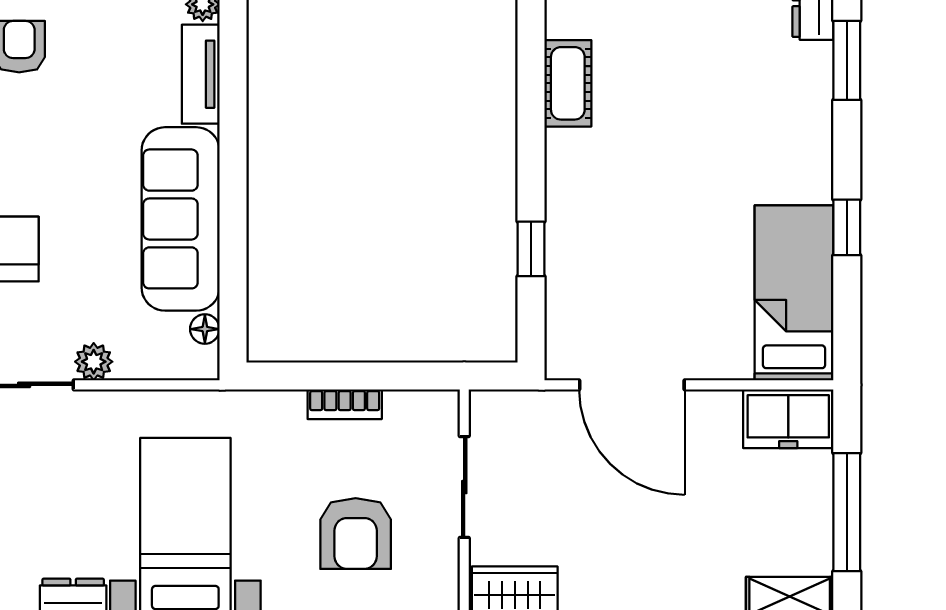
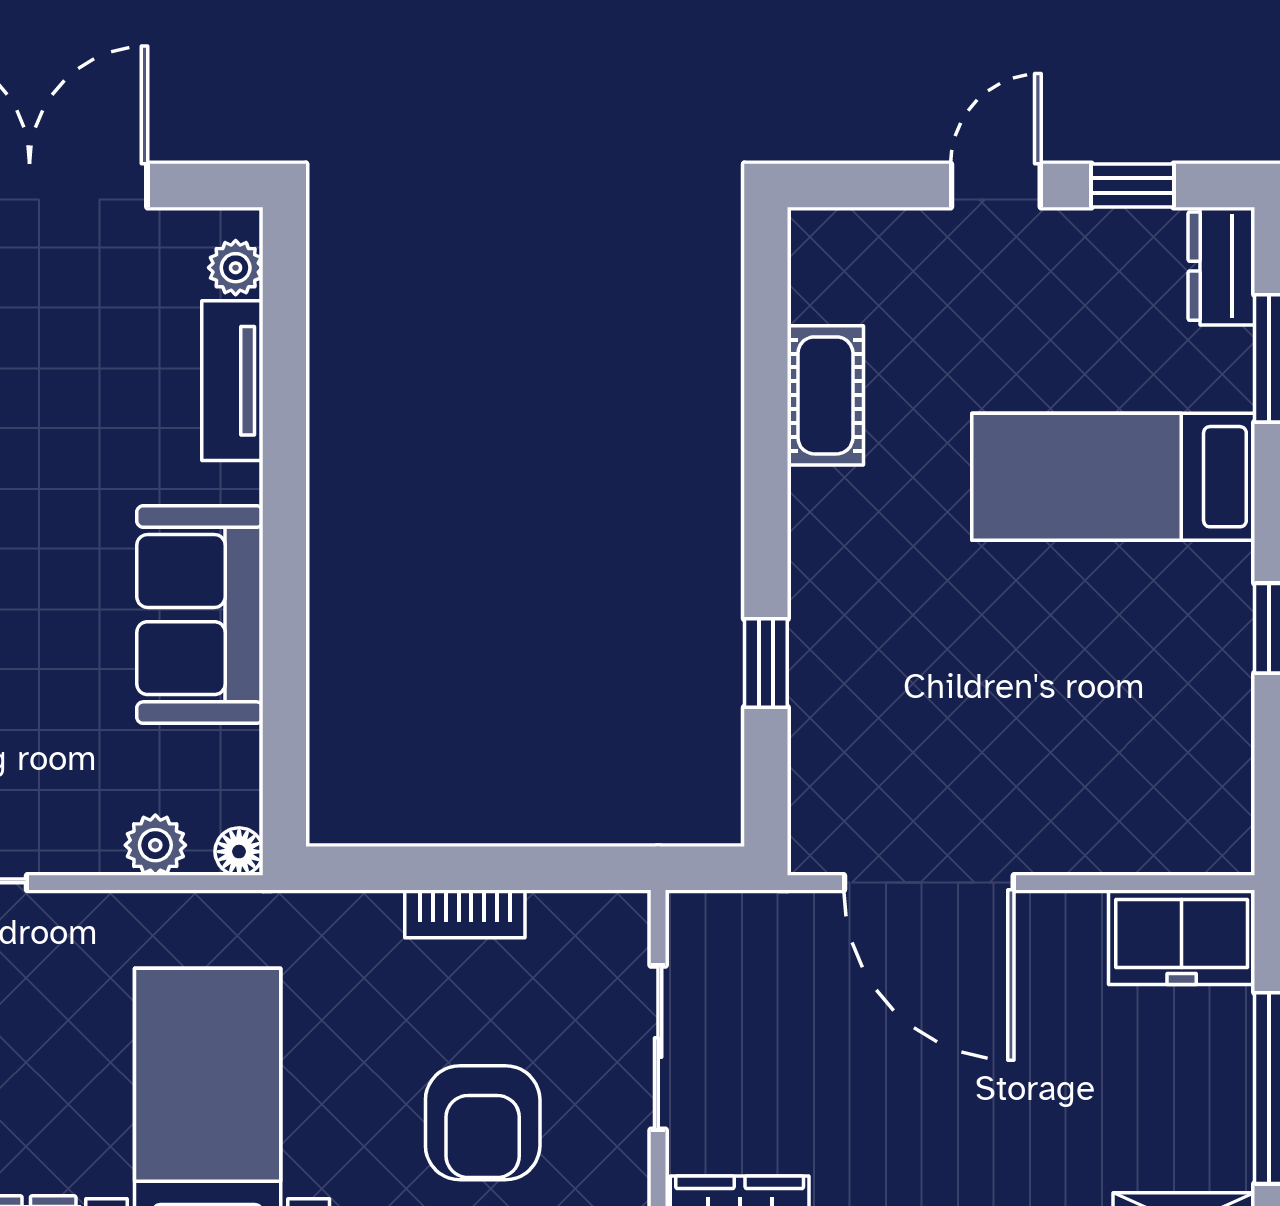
sofa: (181, 219) -> (200, 615), width x0.73
bed: (794, 293) -> (1113, 477), moved, turned -90
floor lamp: (205, 329) -> (239, 852), moved
plant: (94, 362) -> (155, 845), moved

